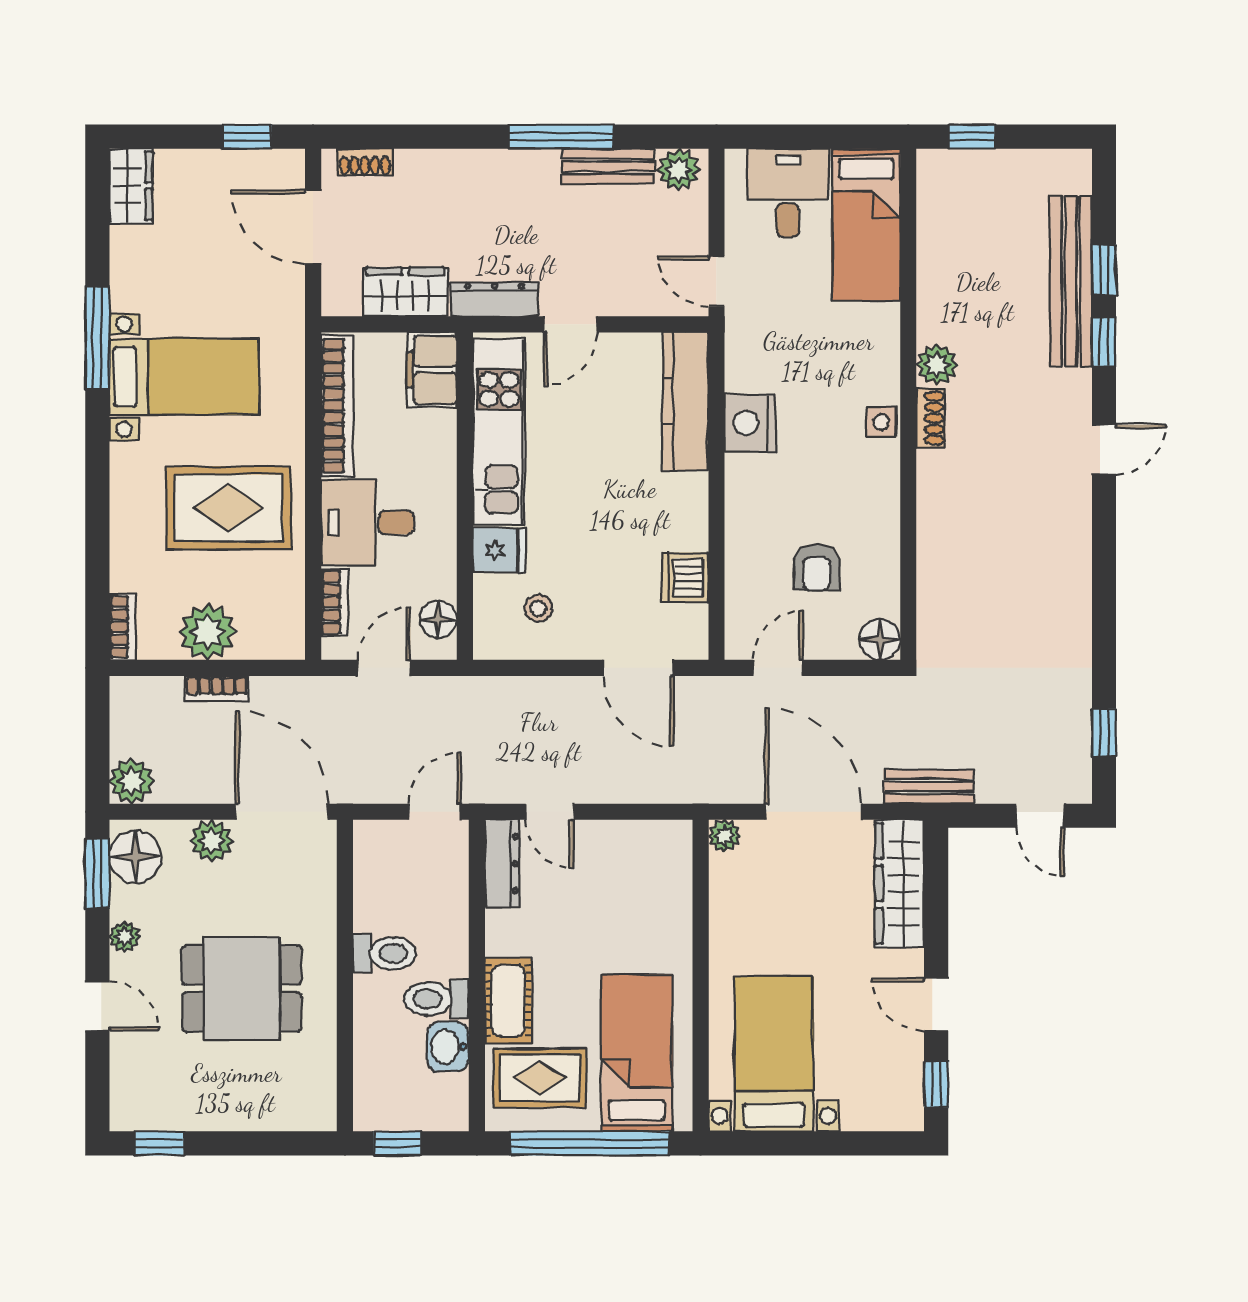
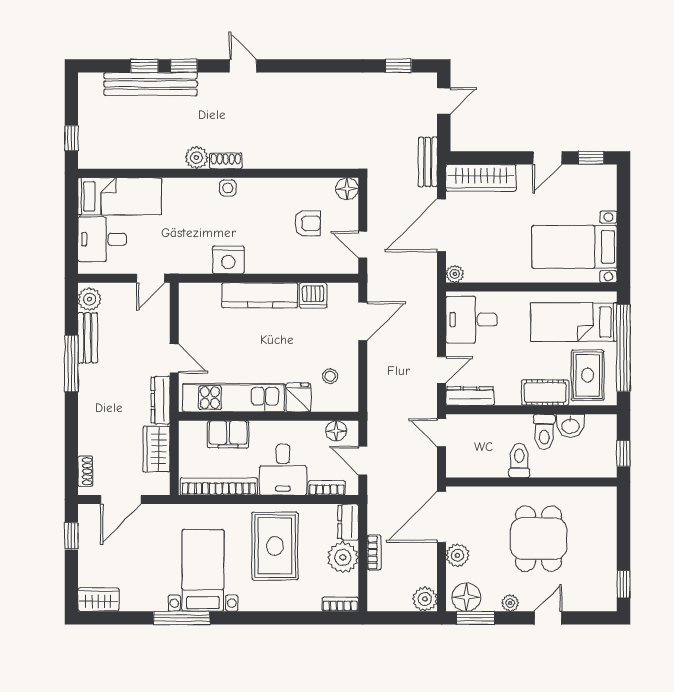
filing cabinet: (432, 370) -> (228, 434), moved
kitchen counter: (685, 401) -> (260, 295), moved
dresser: (272, 641) -> (348, 522), added
desk: (641, 866) -> (471, 320), added

